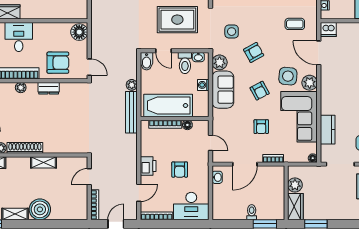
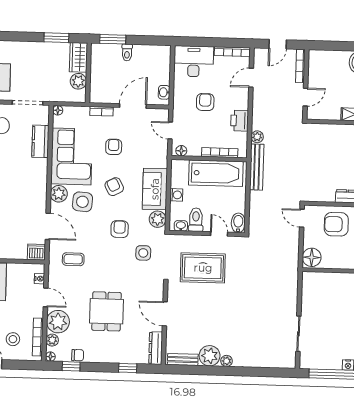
armchair: (254, 52) -> (120, 229), turned 119
plant: (132, 85) -> (257, 137), moved
floor lamp: (187, 125) -> (181, 151), moved
printer: (148, 166) -> (240, 121), moved

